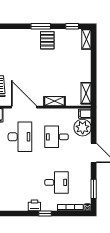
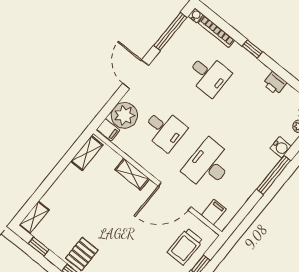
door: (24, 107) -> (175, 196), hinge flipped
desk: (57, 182) -> (209, 75), turned 180
window: (94, 189) -> (170, 31), width x1.44
printer: (34, 205) -> (275, 83), moved

